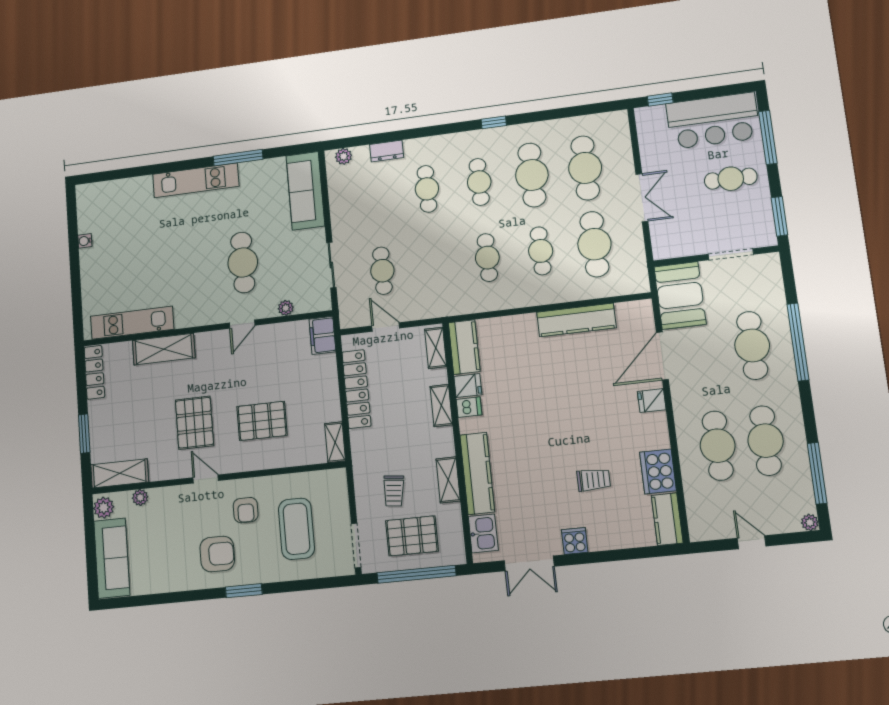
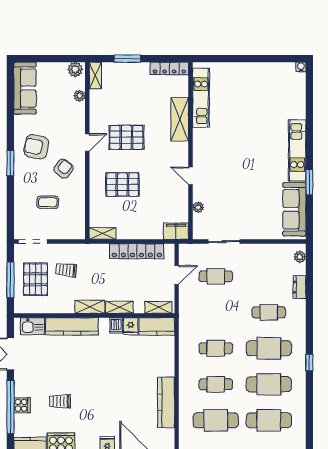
window: (238, 158) -> (309, 182), width x0.69
cafe table: (479, 182) -> (269, 348), width x1.37, depth x1.35
sofa: (305, 191) -> (294, 209), moved, turned -90
water cooler: (85, 241) -> (301, 67), moved
cafe table: (243, 262) -> (234, 180), removed
pallet: (262, 421) -> (122, 185), turned 90
shelving: (120, 473) -> (95, 75), width x0.67, depth x0.75
shelving: (448, 480) -> (90, 307), moved
trolley: (594, 480) -> (60, 401), turned 90
armchair: (246, 510) -> (64, 169), turned 128
coffee table: (296, 529) -> (48, 202), width x0.54, depth x0.58
cooker: (575, 541) -> (22, 405), moved
armchair: (217, 554) -> (36, 147), turned 101
window: (611, 556) -> (10, 407), added
sofa: (112, 558) -> (25, 88), moved, turned -90
window: (417, 574) -> (10, 280), width x0.68

